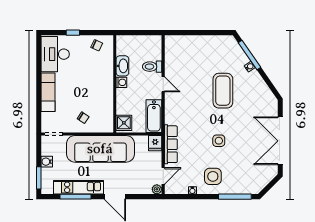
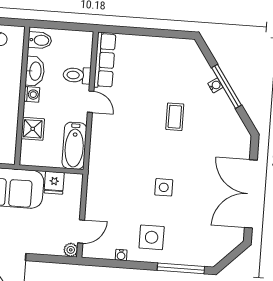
bidet: (124, 44) -> (40, 40), added
window: (249, 55) -> (227, 86), moved
coffee table: (223, 91) -> (175, 117), width x0.54, depth x0.58
shower: (124, 123) -> (33, 129), moved
fridge: (155, 143) -> (54, 183), moved
row of seats: (171, 144) -> (105, 60), moved

